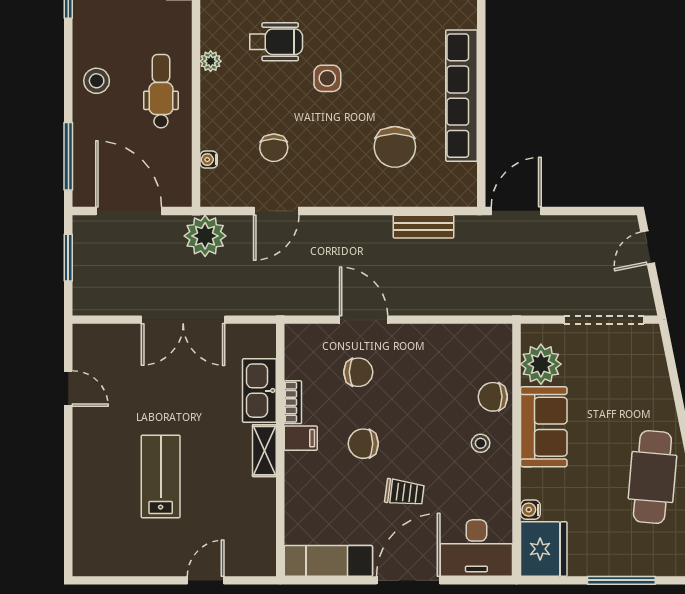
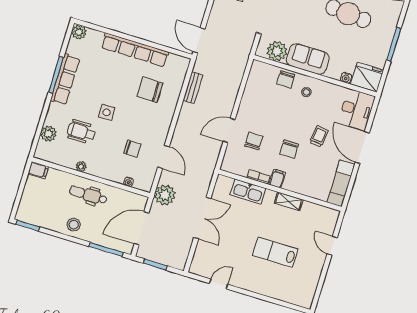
wheelchair: (276, 42) -> (81, 132), turned -90
chair: (395, 147) -> (150, 90), turned 180
shelving: (264, 451) -> (289, 201), moved

